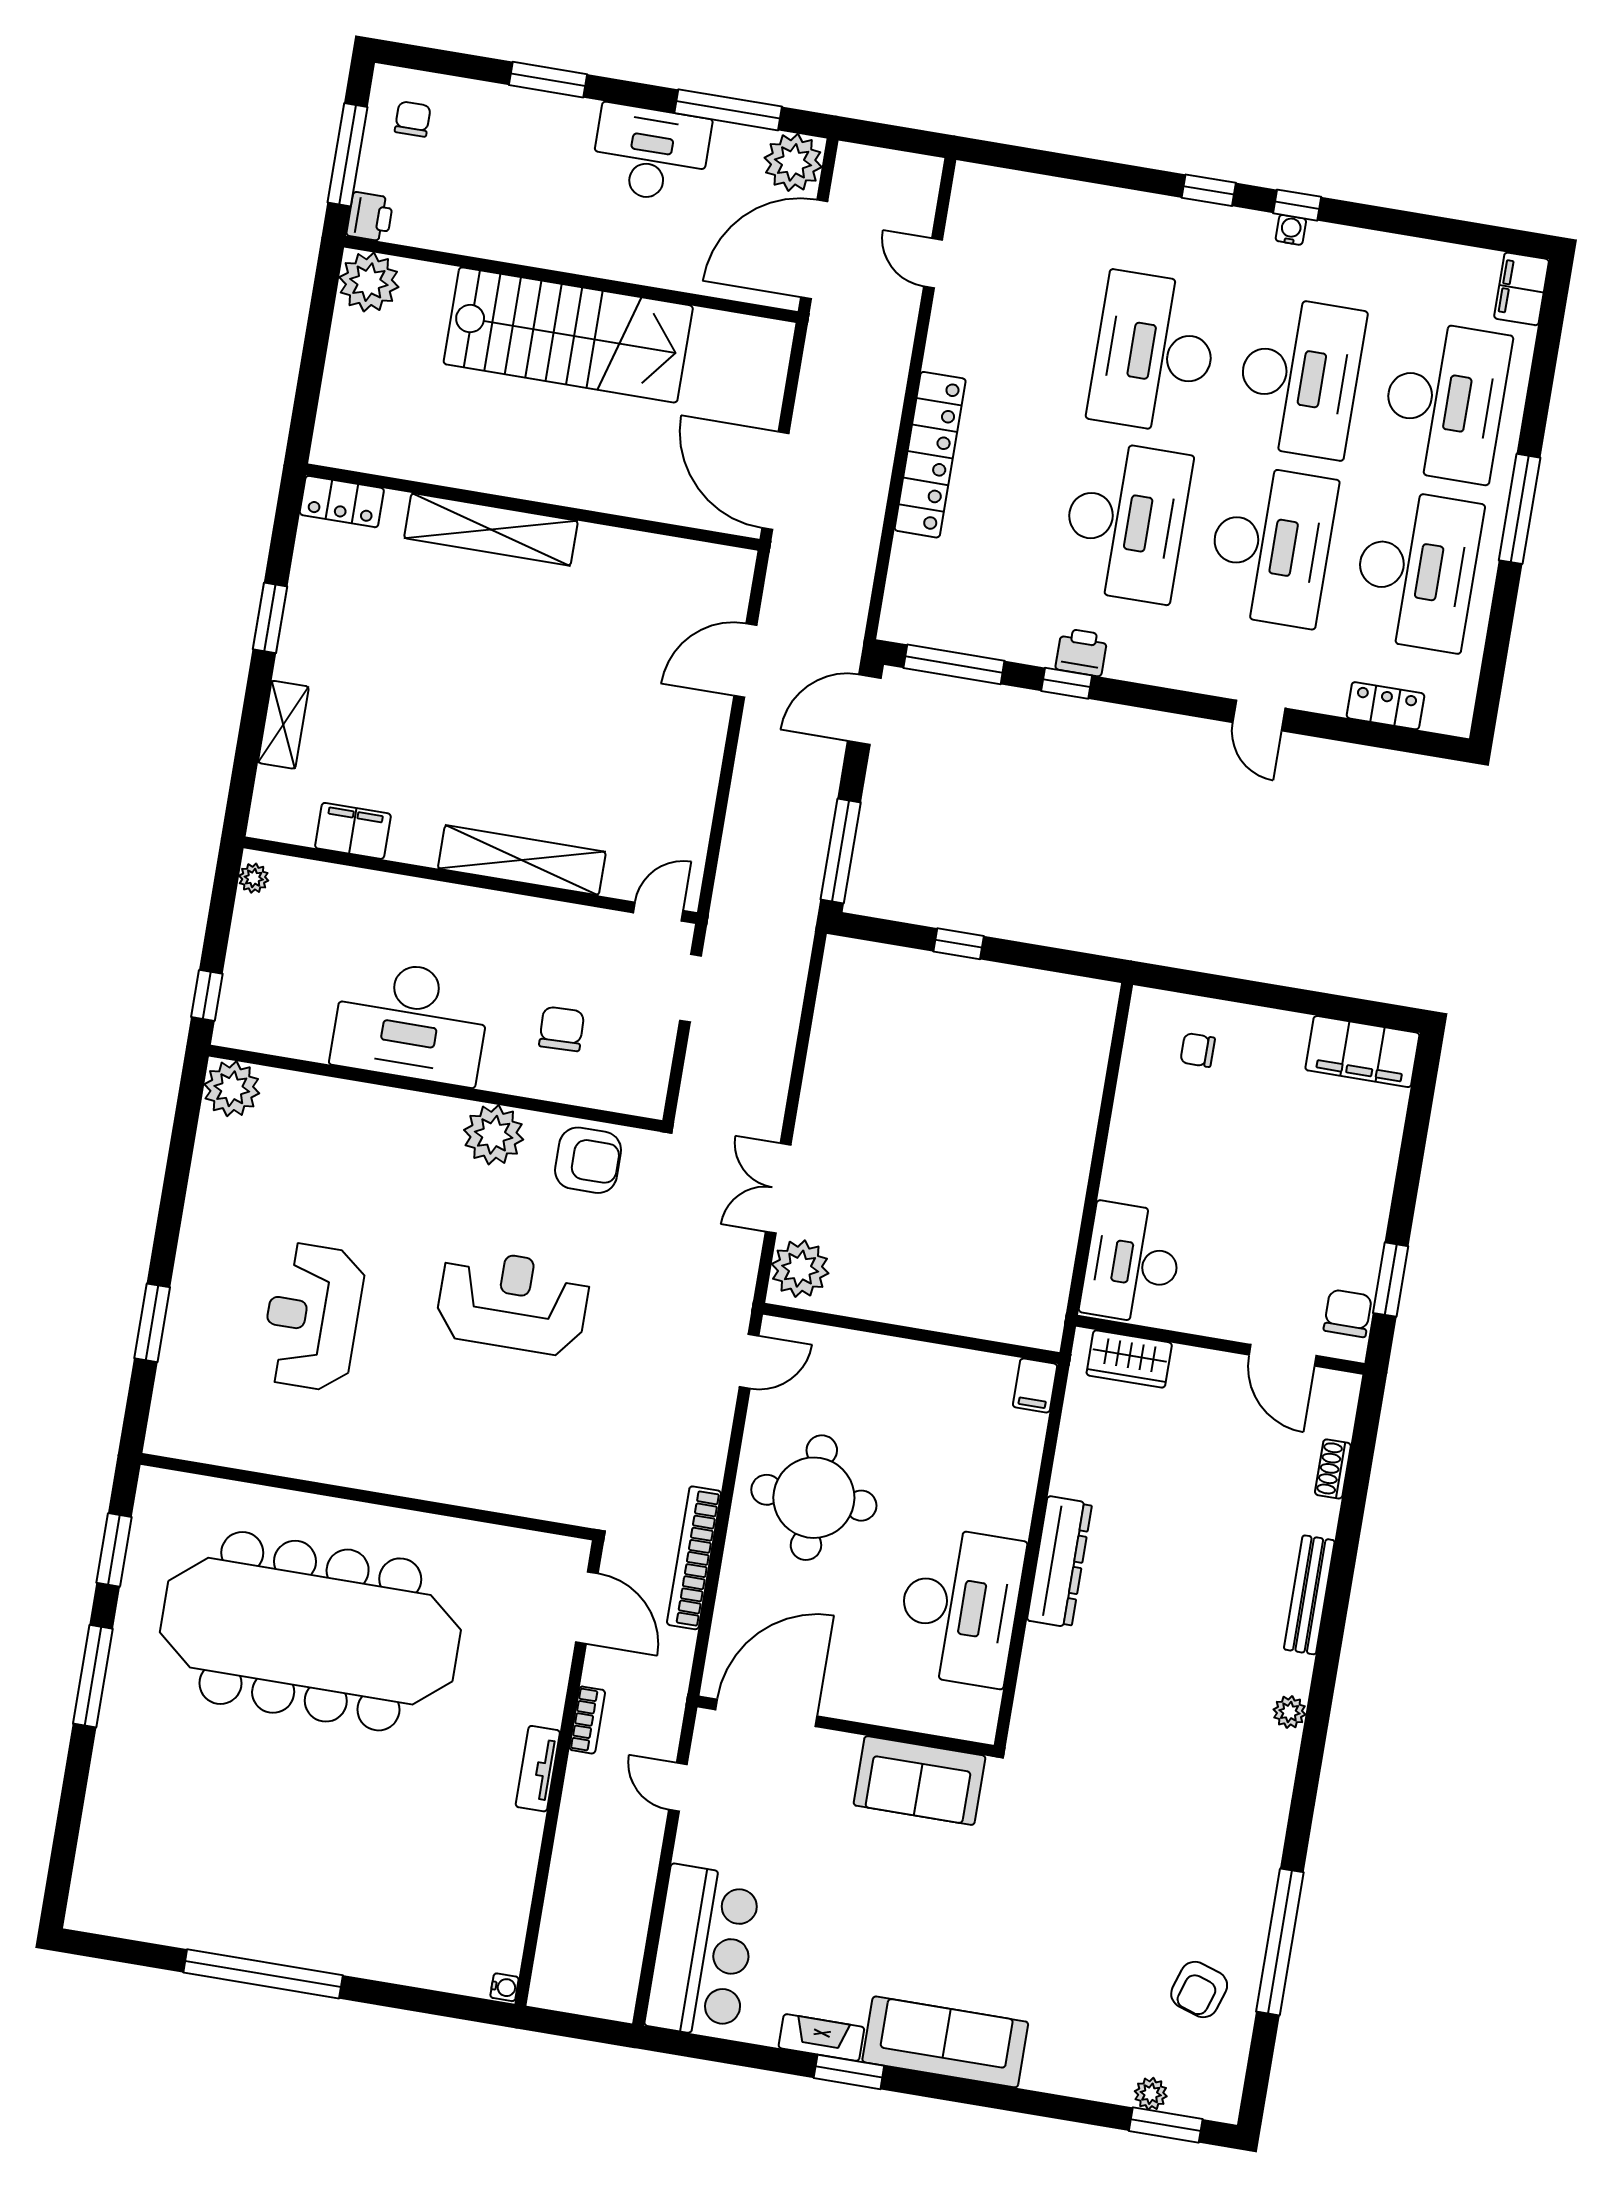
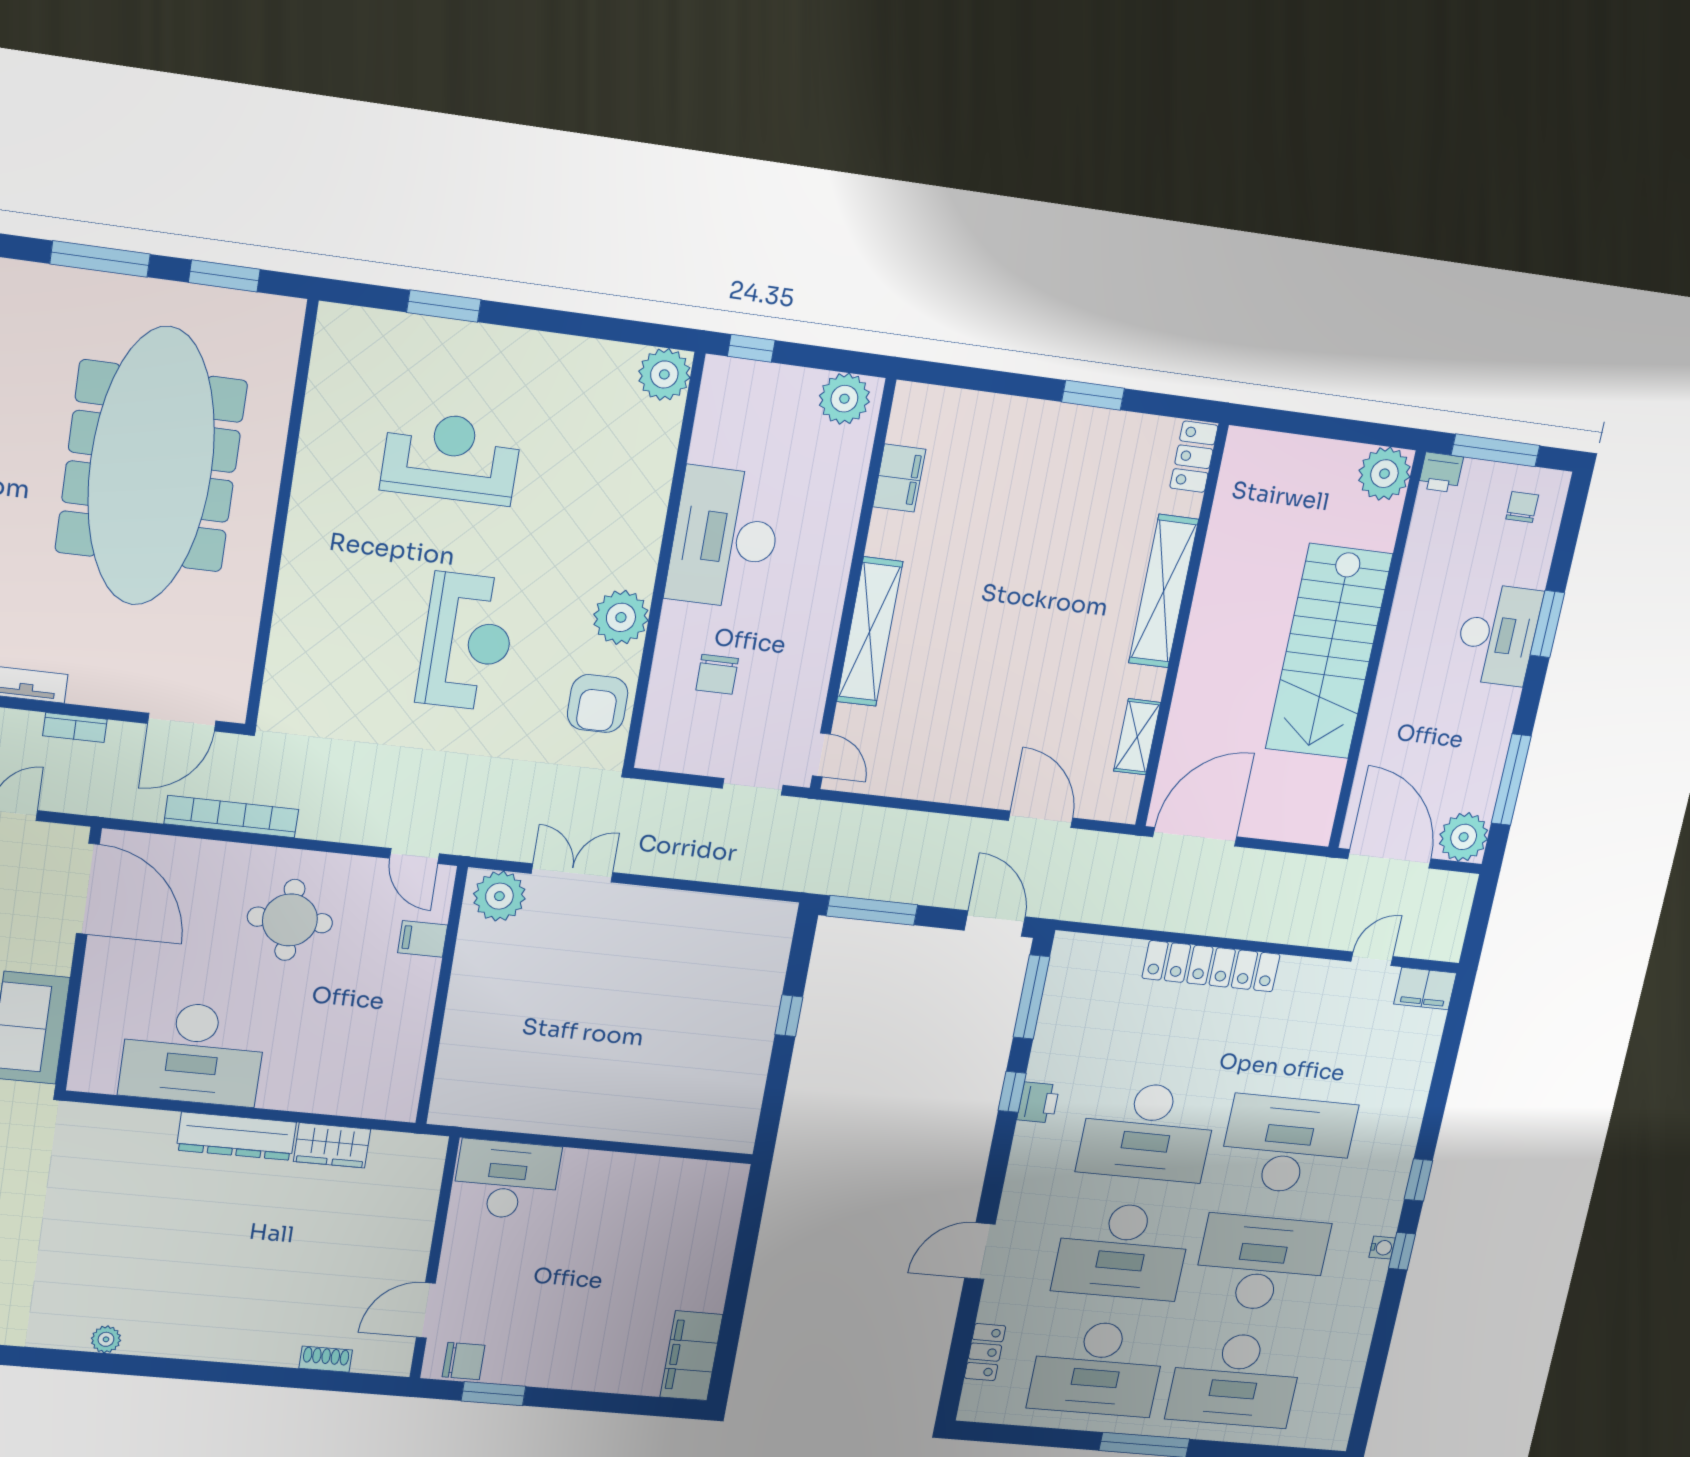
chair: (413, 119) -> (1522, 507), turned -90
desk: (651, 153) -> (1498, 635), moved
filing cabinet: (1522, 289) -> (1425, 989), moved, turned 180
desk: (1299, 377) -> (1261, 1263), turned 180
door: (1259, 715) -> (980, 1251), width x1.37
shelving: (283, 725) -> (1137, 737), moved, turned 90
plant: (254, 878) -> (844, 399), width x1.88, depth x1.88
chair: (562, 1029) -> (717, 674), turned 92
chair: (1198, 1050) -> (694, 1221), removed
wardrobe: (1129, 1359) -> (332, 1145), moved, turned -90
filing cabinet: (1035, 1386) -> (423, 939), moved
round table: (814, 1498) -> (290, 920), width x0.73, depth x0.73
bench: (1309, 1595) -> (212, 1348), removed

